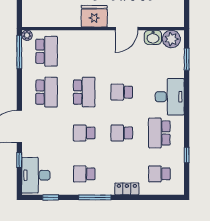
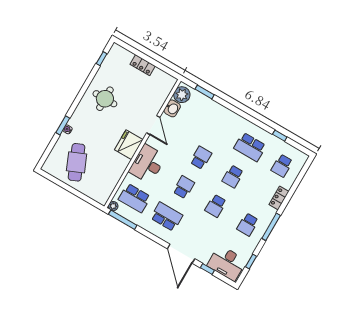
school desk: (47, 51) -> (135, 198), turned 180
school desk: (84, 92) -> (184, 187), width x0.54
school desk: (122, 92) -> (201, 158), turned 180
desk: (170, 97) -> (147, 164), moved, turned -90

